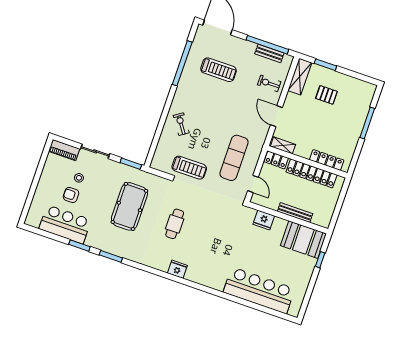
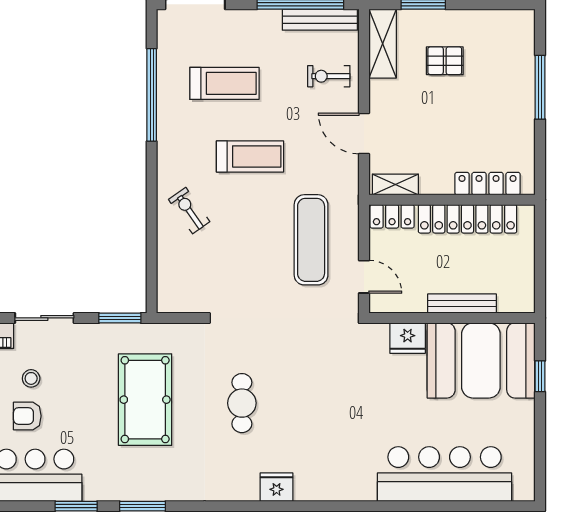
bench: (269, 53) -> (320, 20), width x1.36
treadmill: (189, 168) -> (250, 156), moved
booth: (303, 240) -> (481, 360), width x1.36, depth x1.42

